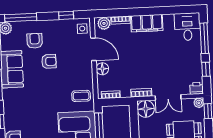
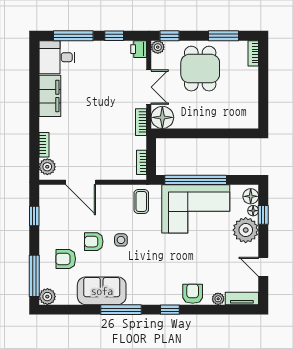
filing cabinet: (147, 23) -> (50, 96), moved
side table: (82, 29) -> (121, 240), moved
door: (93, 49) -> (81, 182), swing flipped
armchair: (49, 61) -> (94, 242), turned -90
floor lamp: (102, 69) -> (107, 172), removed

